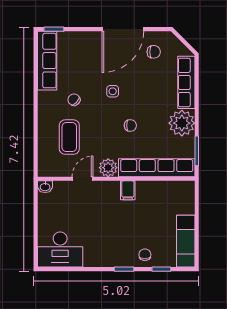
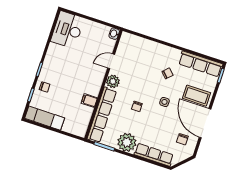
coffee table: (69, 137) -> (197, 96), moved
door: (82, 179) -> (111, 61), swing flipped
filing cabinet: (128, 190) -> (89, 101), moved

